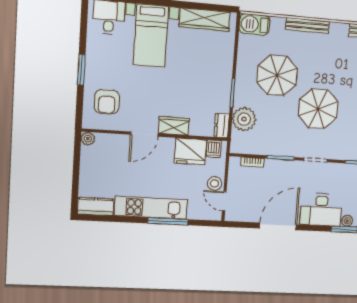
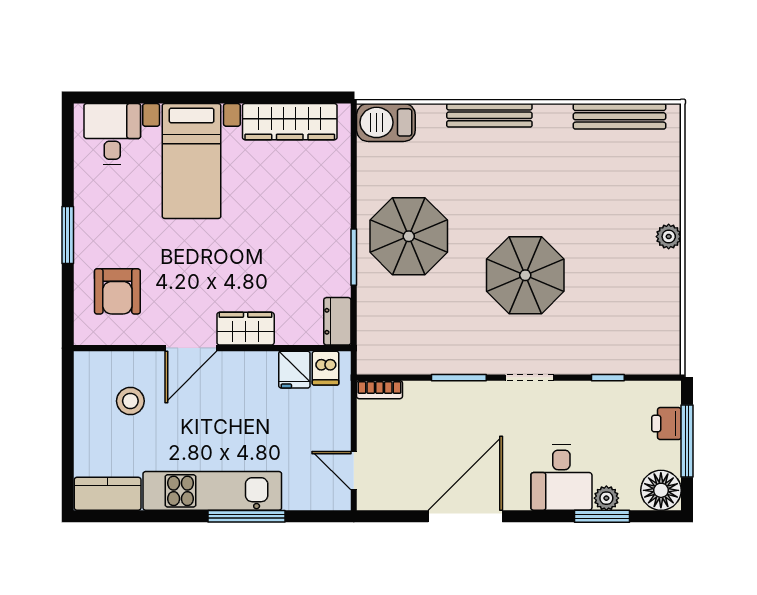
parasol: (277, 75) -> (409, 236), moved
plant: (244, 119) -> (380, 306), removed
plant: (88, 139) -> (86, 364), removed
fridge: (190, 151) -> (294, 370), width x0.53, depth x0.75
bookcase: (252, 162) -> (380, 390), moved
stool: (214, 183) -> (130, 401), moved
desk: (321, 210) -> (561, 478), width x0.73

